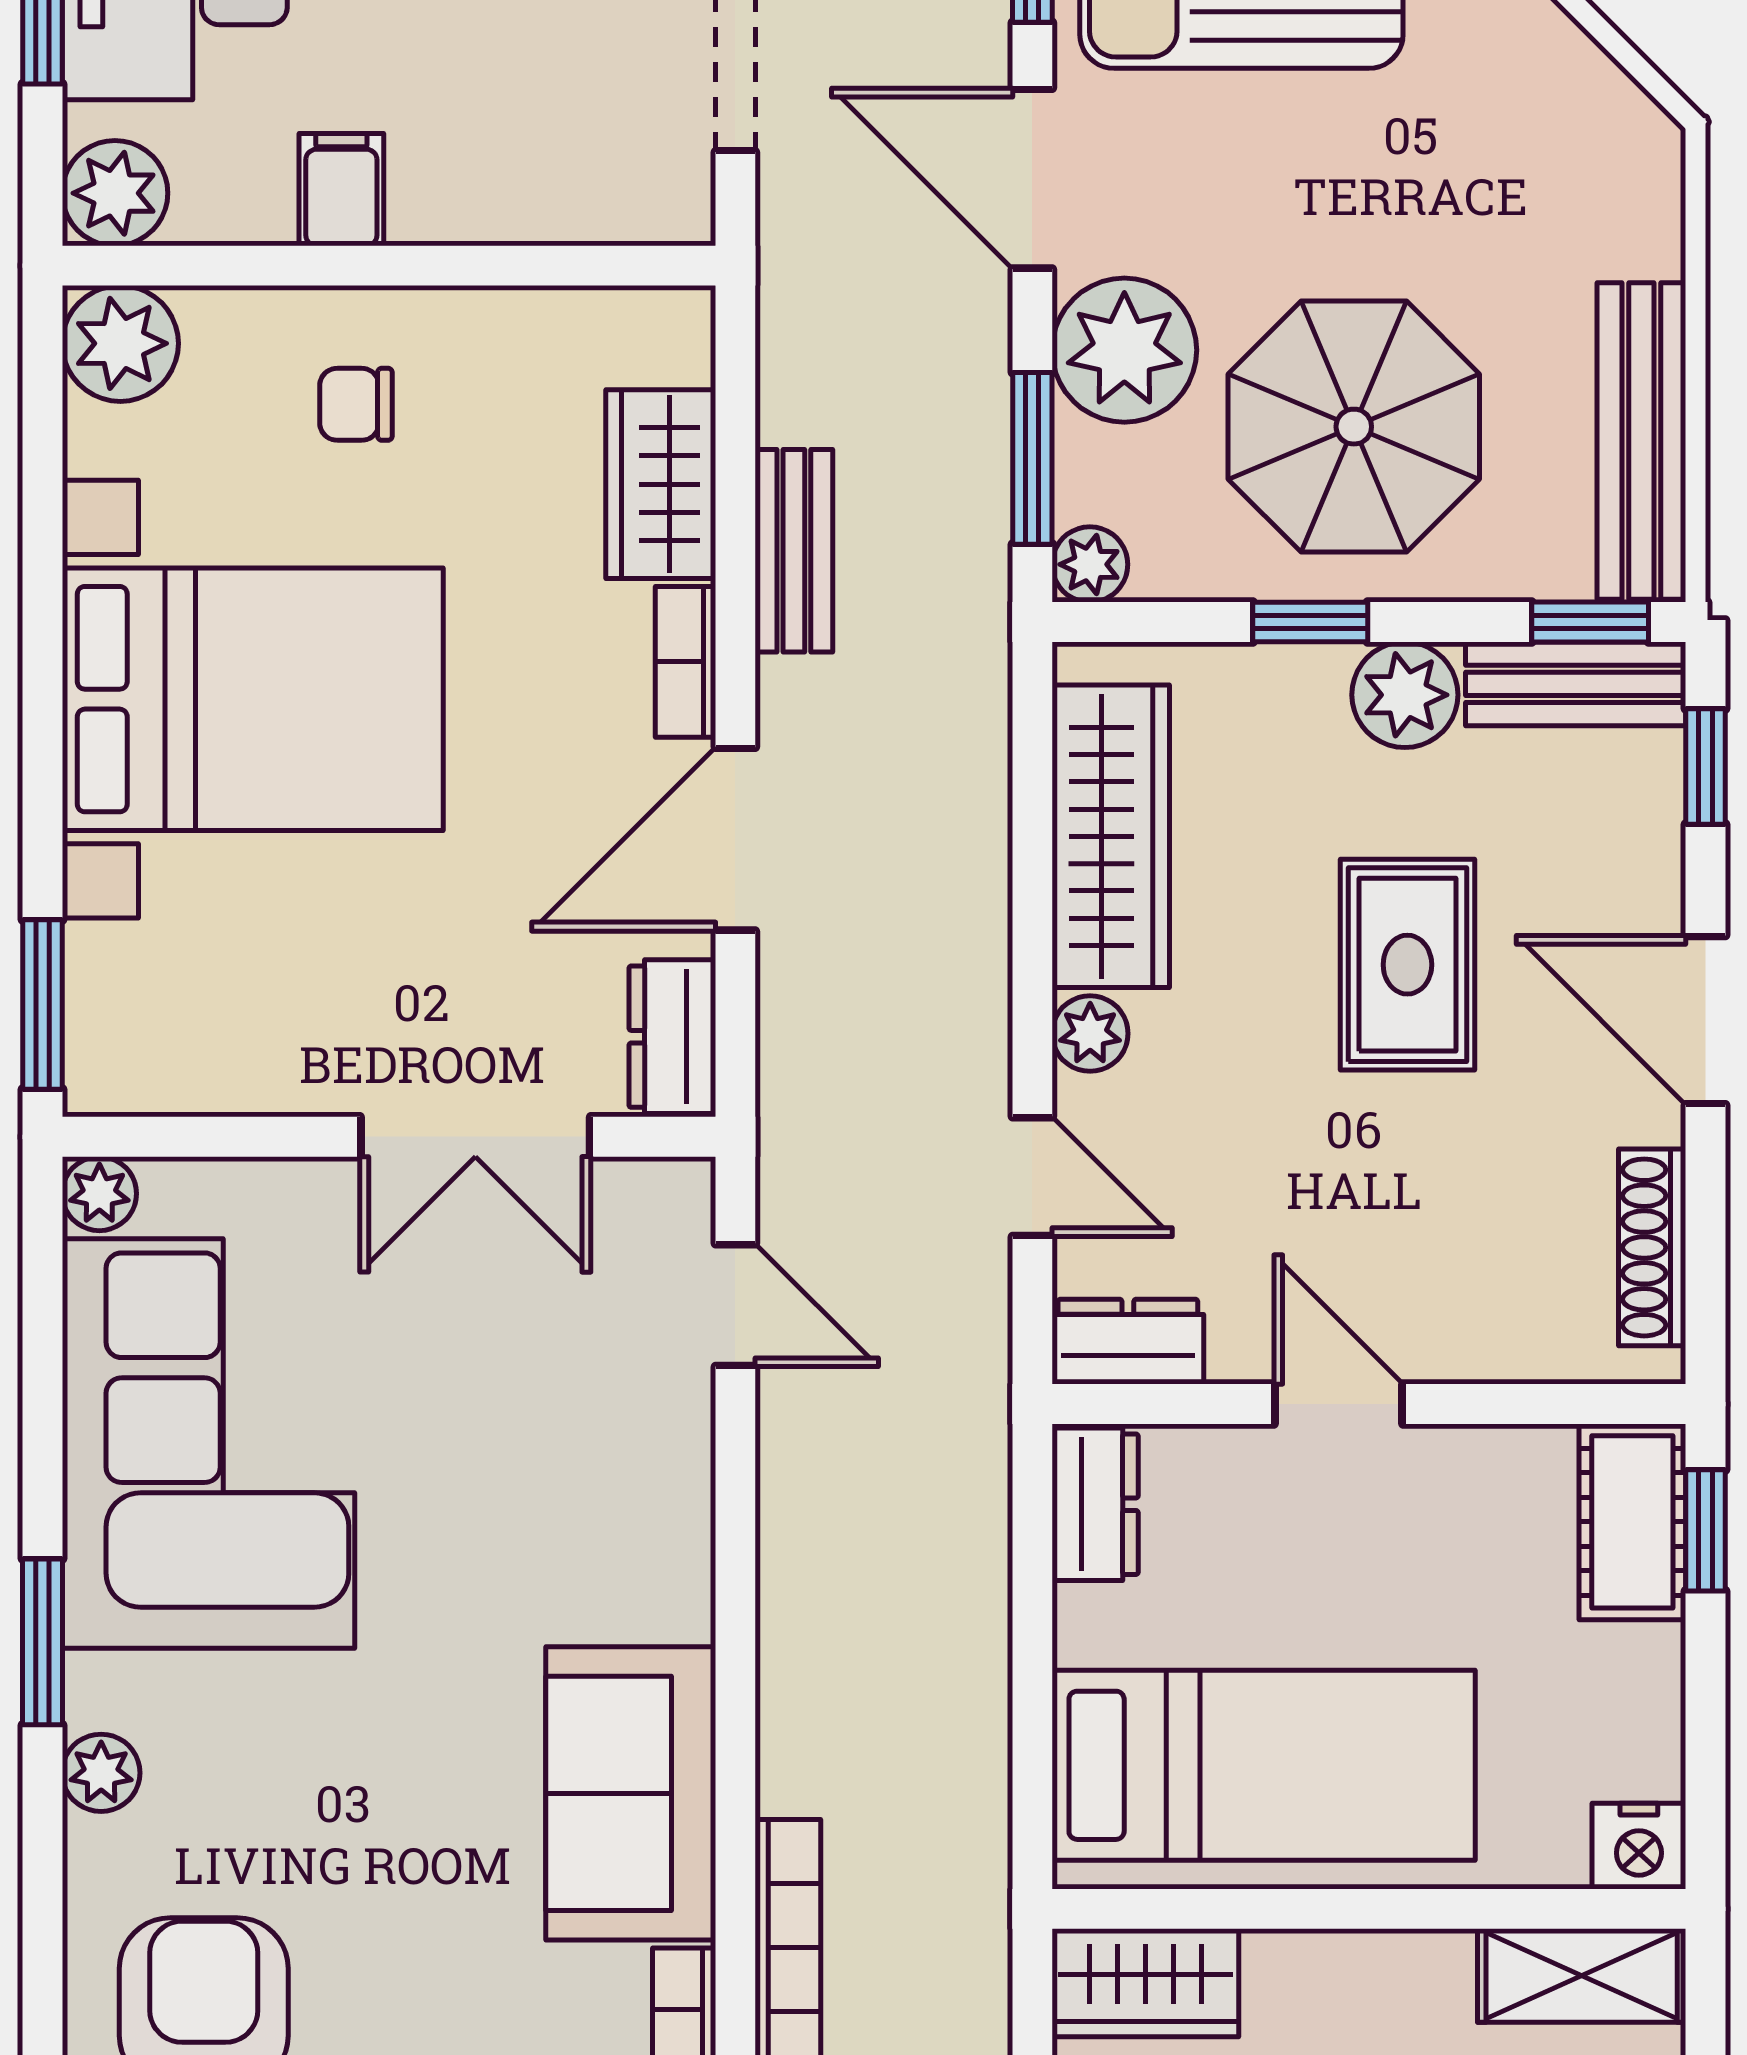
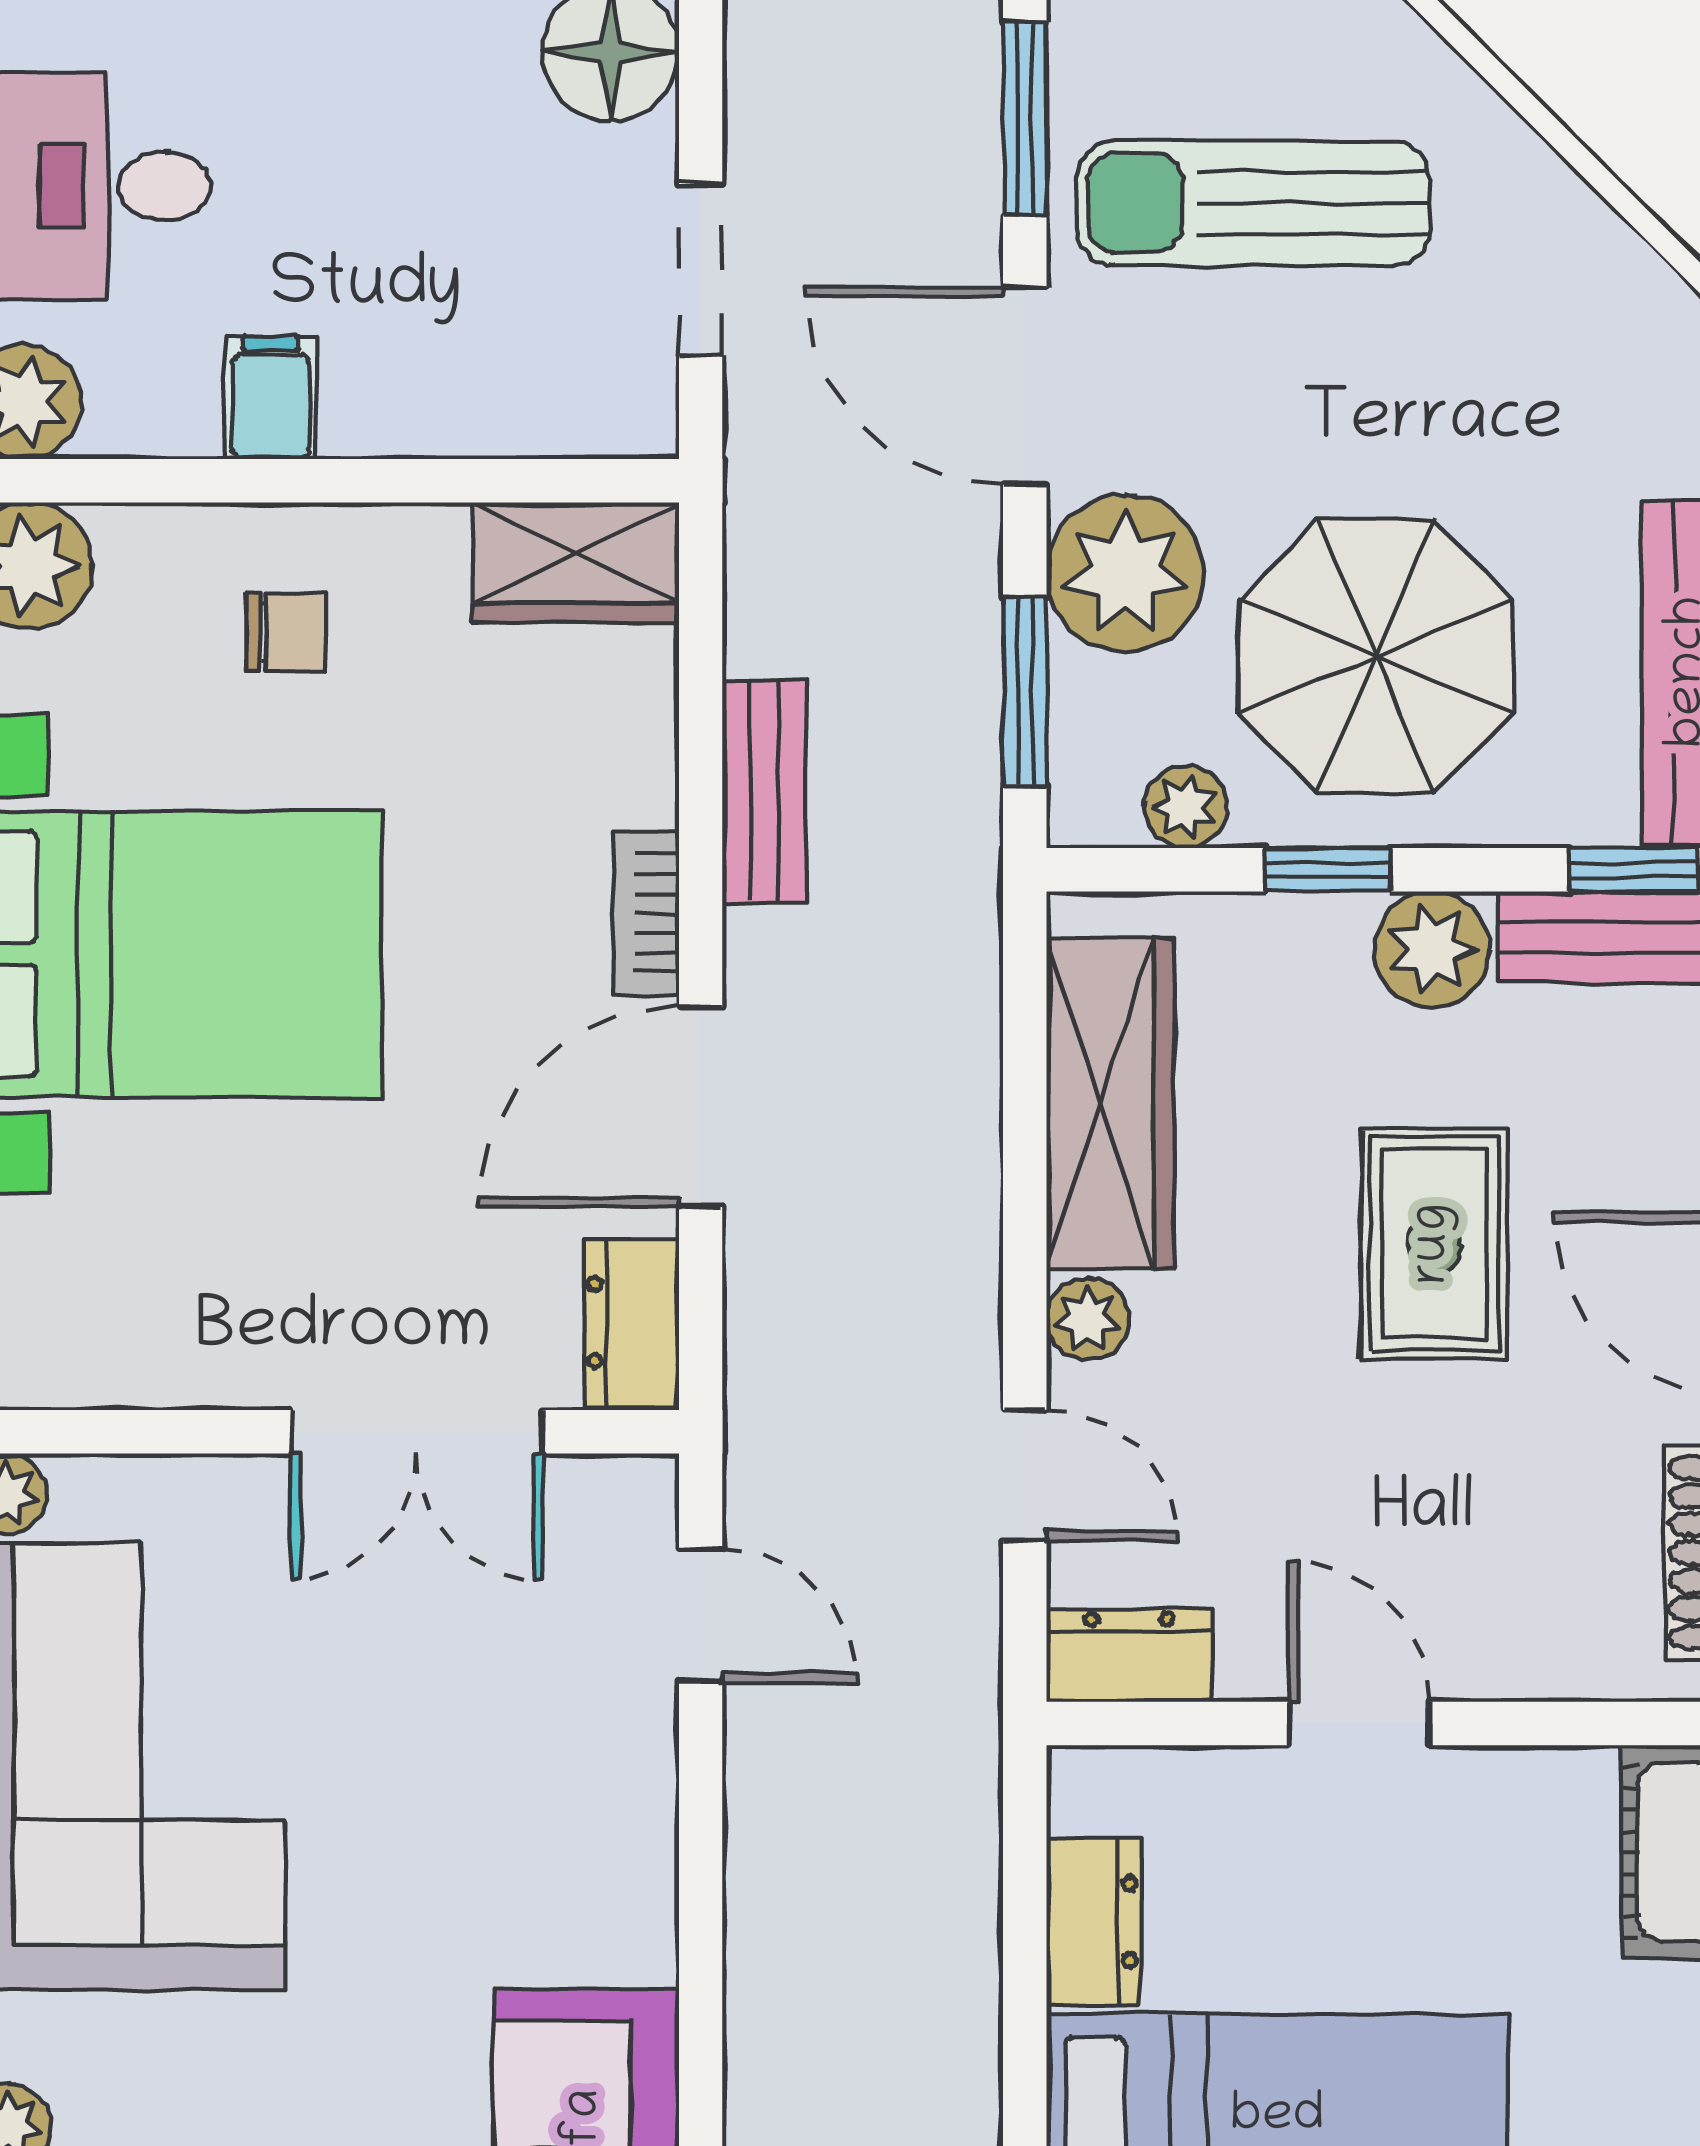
chair: (356, 404) -> (286, 632), turned 180
wardrobe: (661, 484) -> (576, 562), moved, turned -90
plant: (1090, 564) -> (1186, 807), moved
dresser: (1095, 1504) -> (1093, 1922), moved

